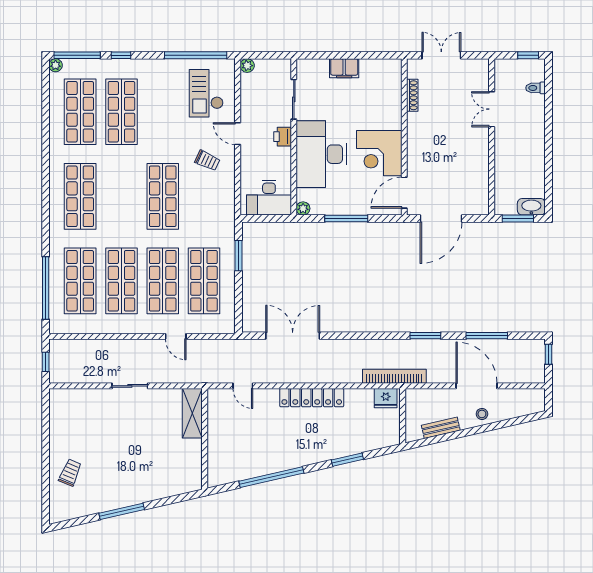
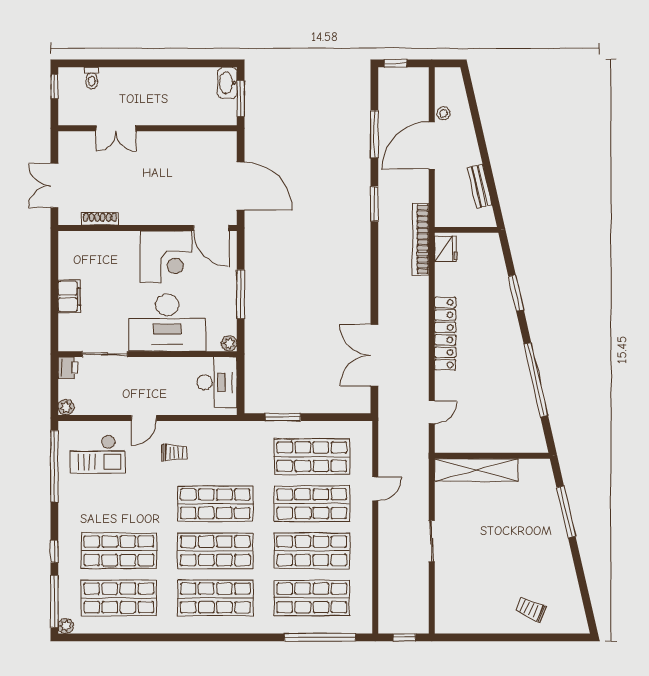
printer: (283, 137) -> (68, 368), moved, turned -90
trolley: (207, 161) -> (174, 453), turned 65
shop shelf: (121, 196) -> (215, 551), added
shelving: (192, 413) -> (476, 470), width x1.47
stool: (482, 414) -> (443, 113), moved
window: (122, 511) -> (566, 512), moved

